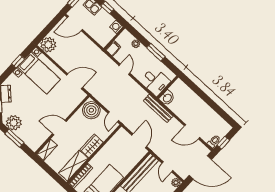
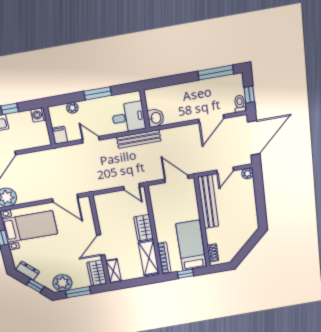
door: (75, 81) -> (65, 198), swing flipped
bench: (158, 108) -> (139, 139), moved
boiler: (91, 110) -> (108, 203), removed
window: (220, 112) -> (216, 73), added
wardrobe: (37, 140) -> (97, 273), added
door: (167, 167) -> (225, 170), hinge flipped

